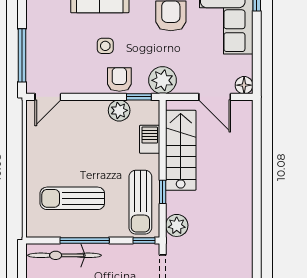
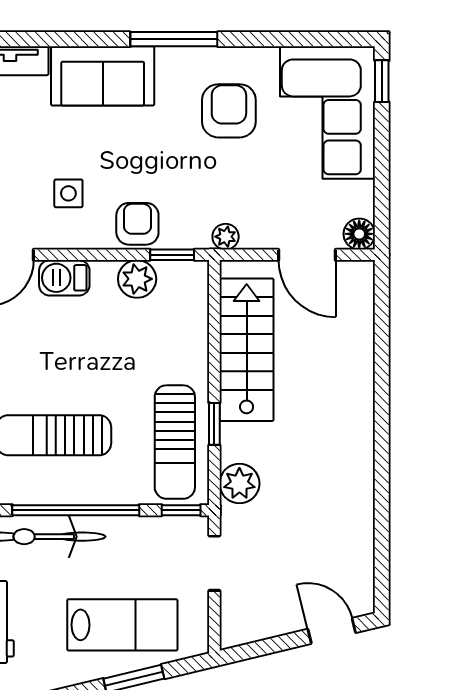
side table: (105, 46) -> (68, 193), moved
plant: (162, 80) -> (226, 237), width x0.53, depth x0.53
barbecue: (150, 139) -> (64, 278), moved, turned -90
window: (85, 240) -> (76, 510), width x1.46

